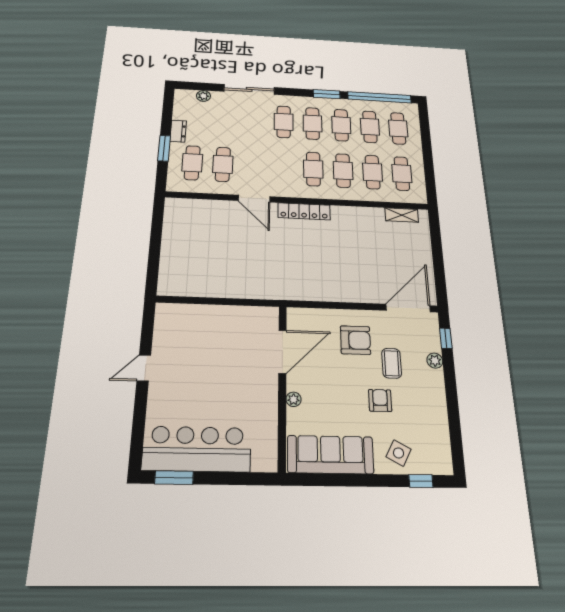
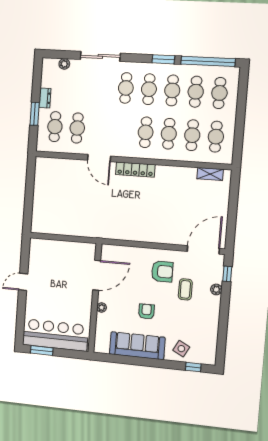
door: (282, 352) -> (97, 275), moved
wall: (282, 386) -> (95, 298), moved
plant: (294, 399) -> (102, 308), moved
armchair: (380, 400) -> (146, 312), moved

